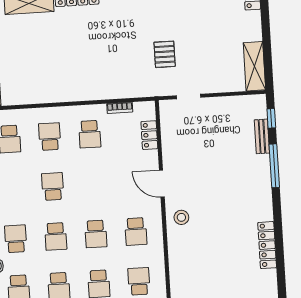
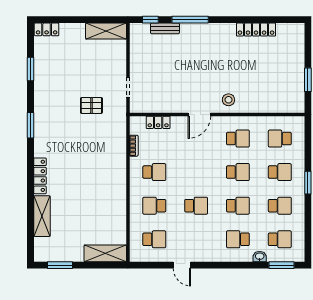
school desk: (53, 186) -> (196, 206), turned 180

